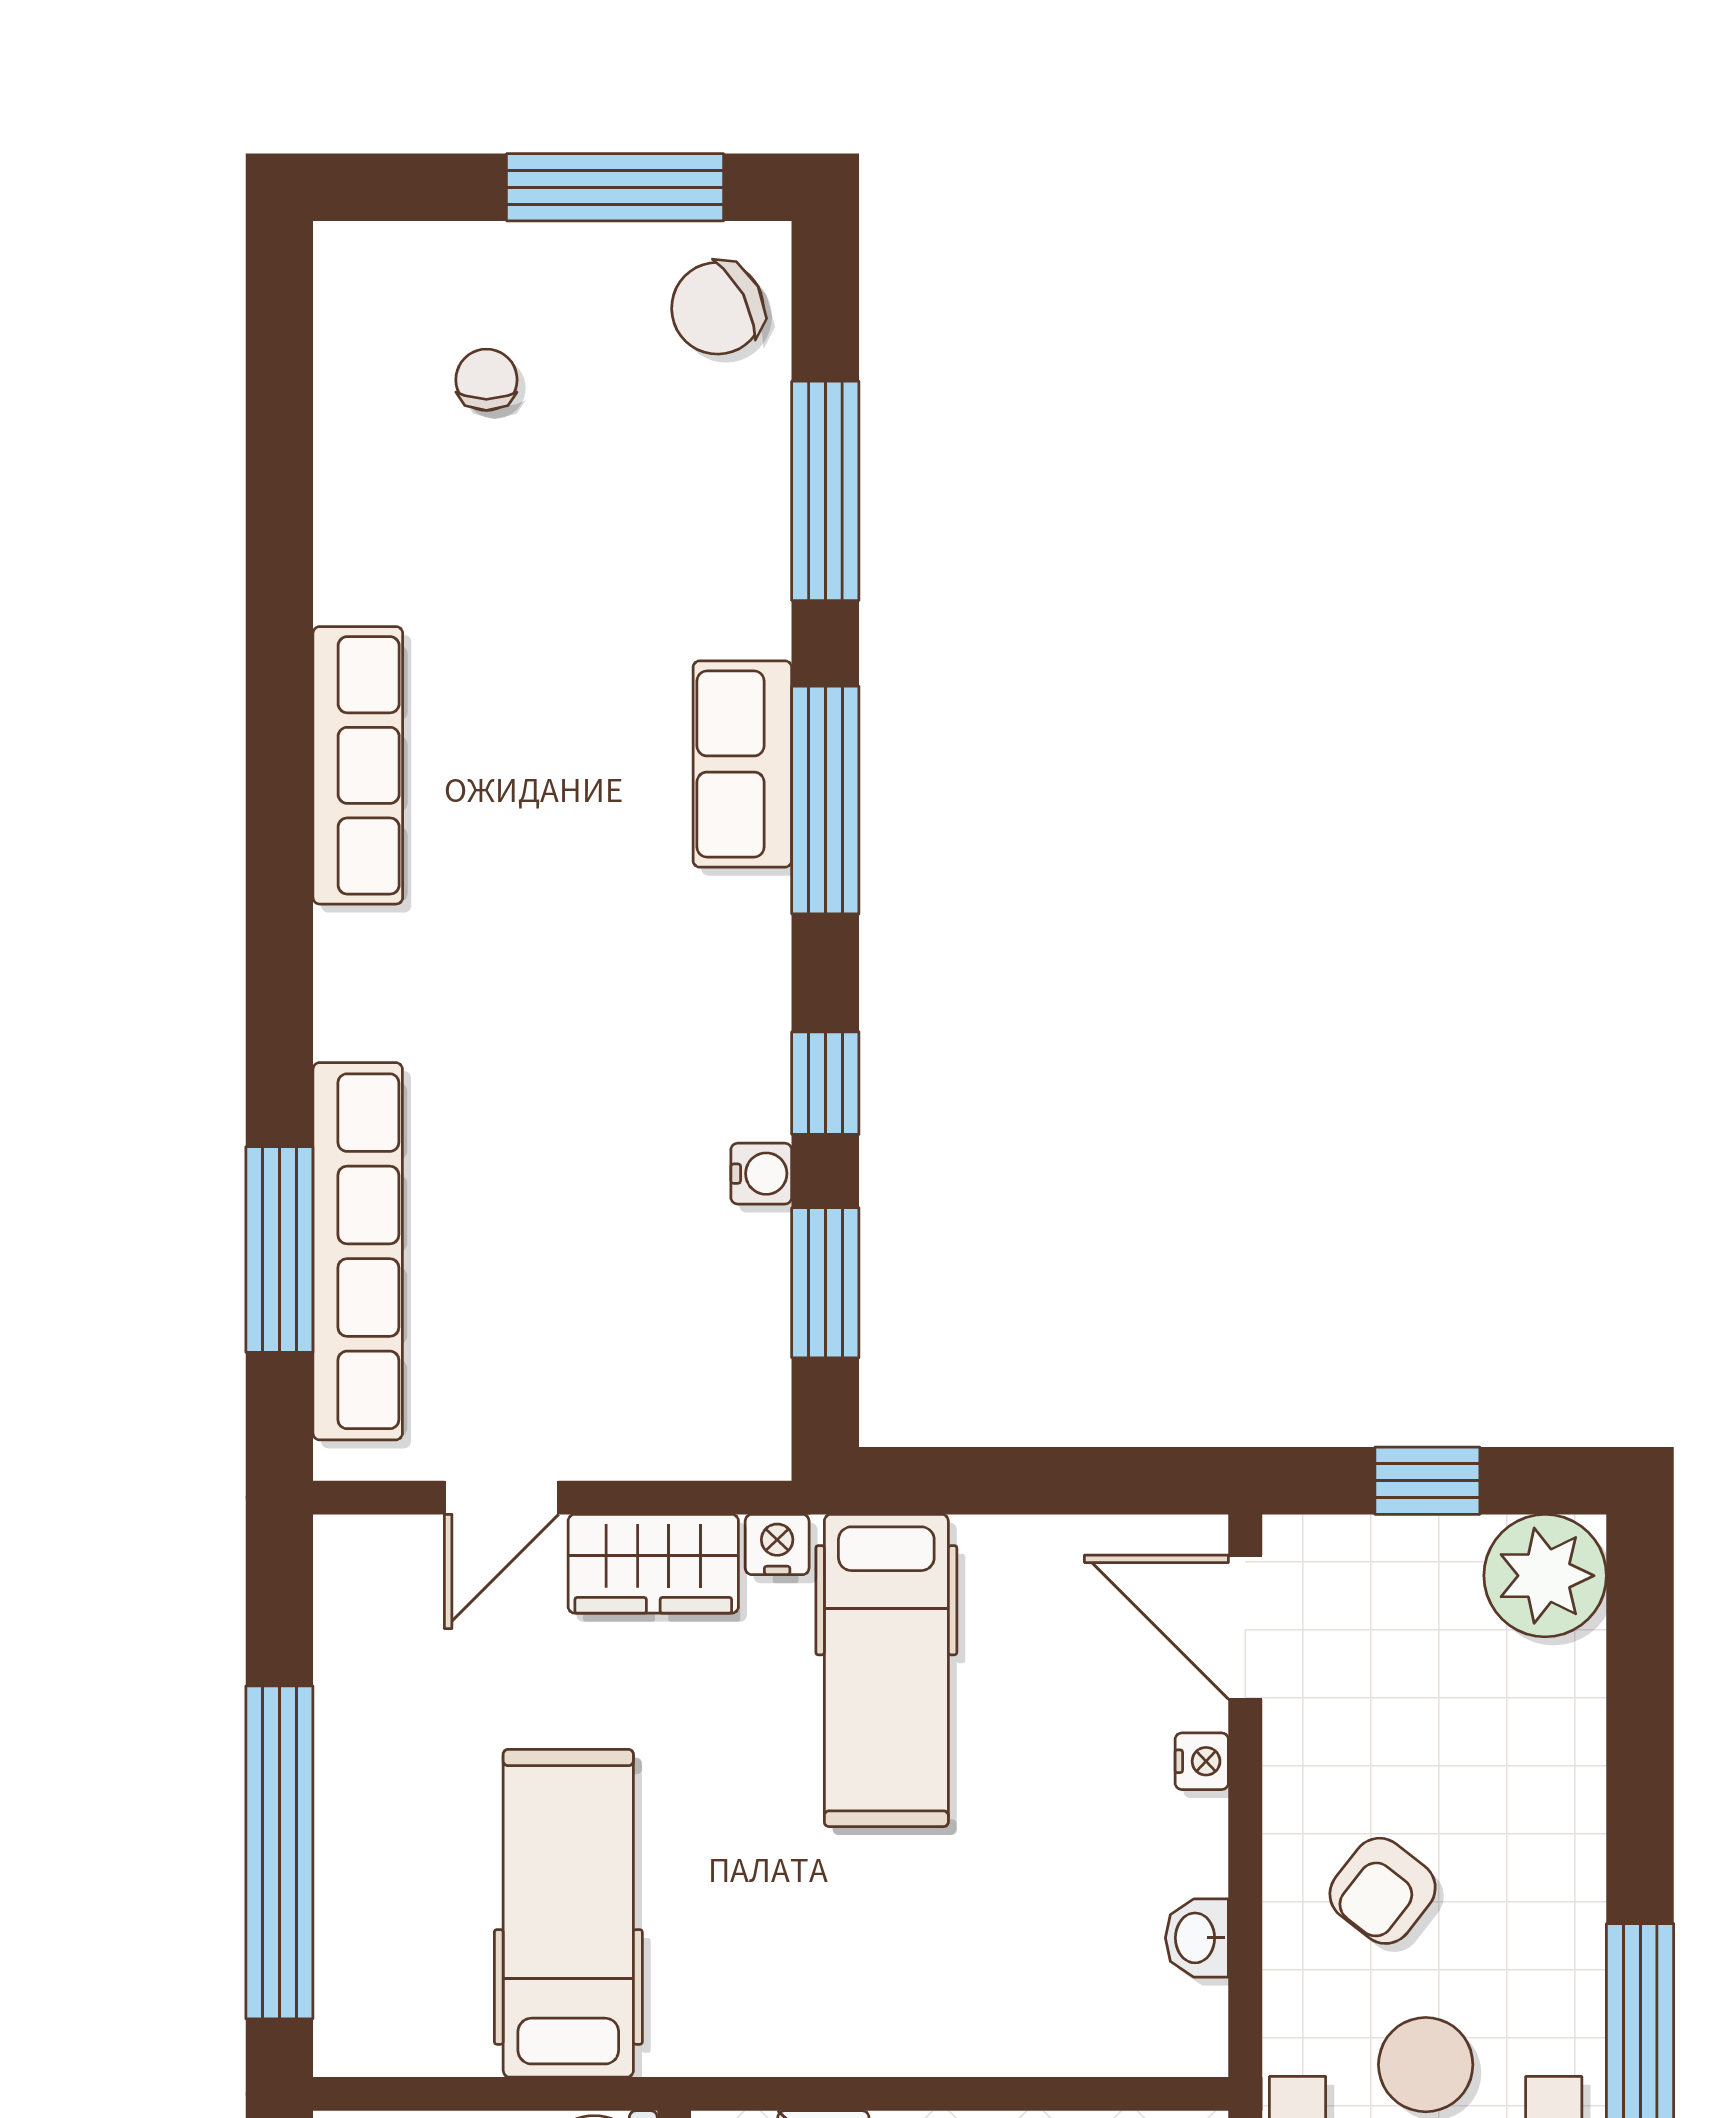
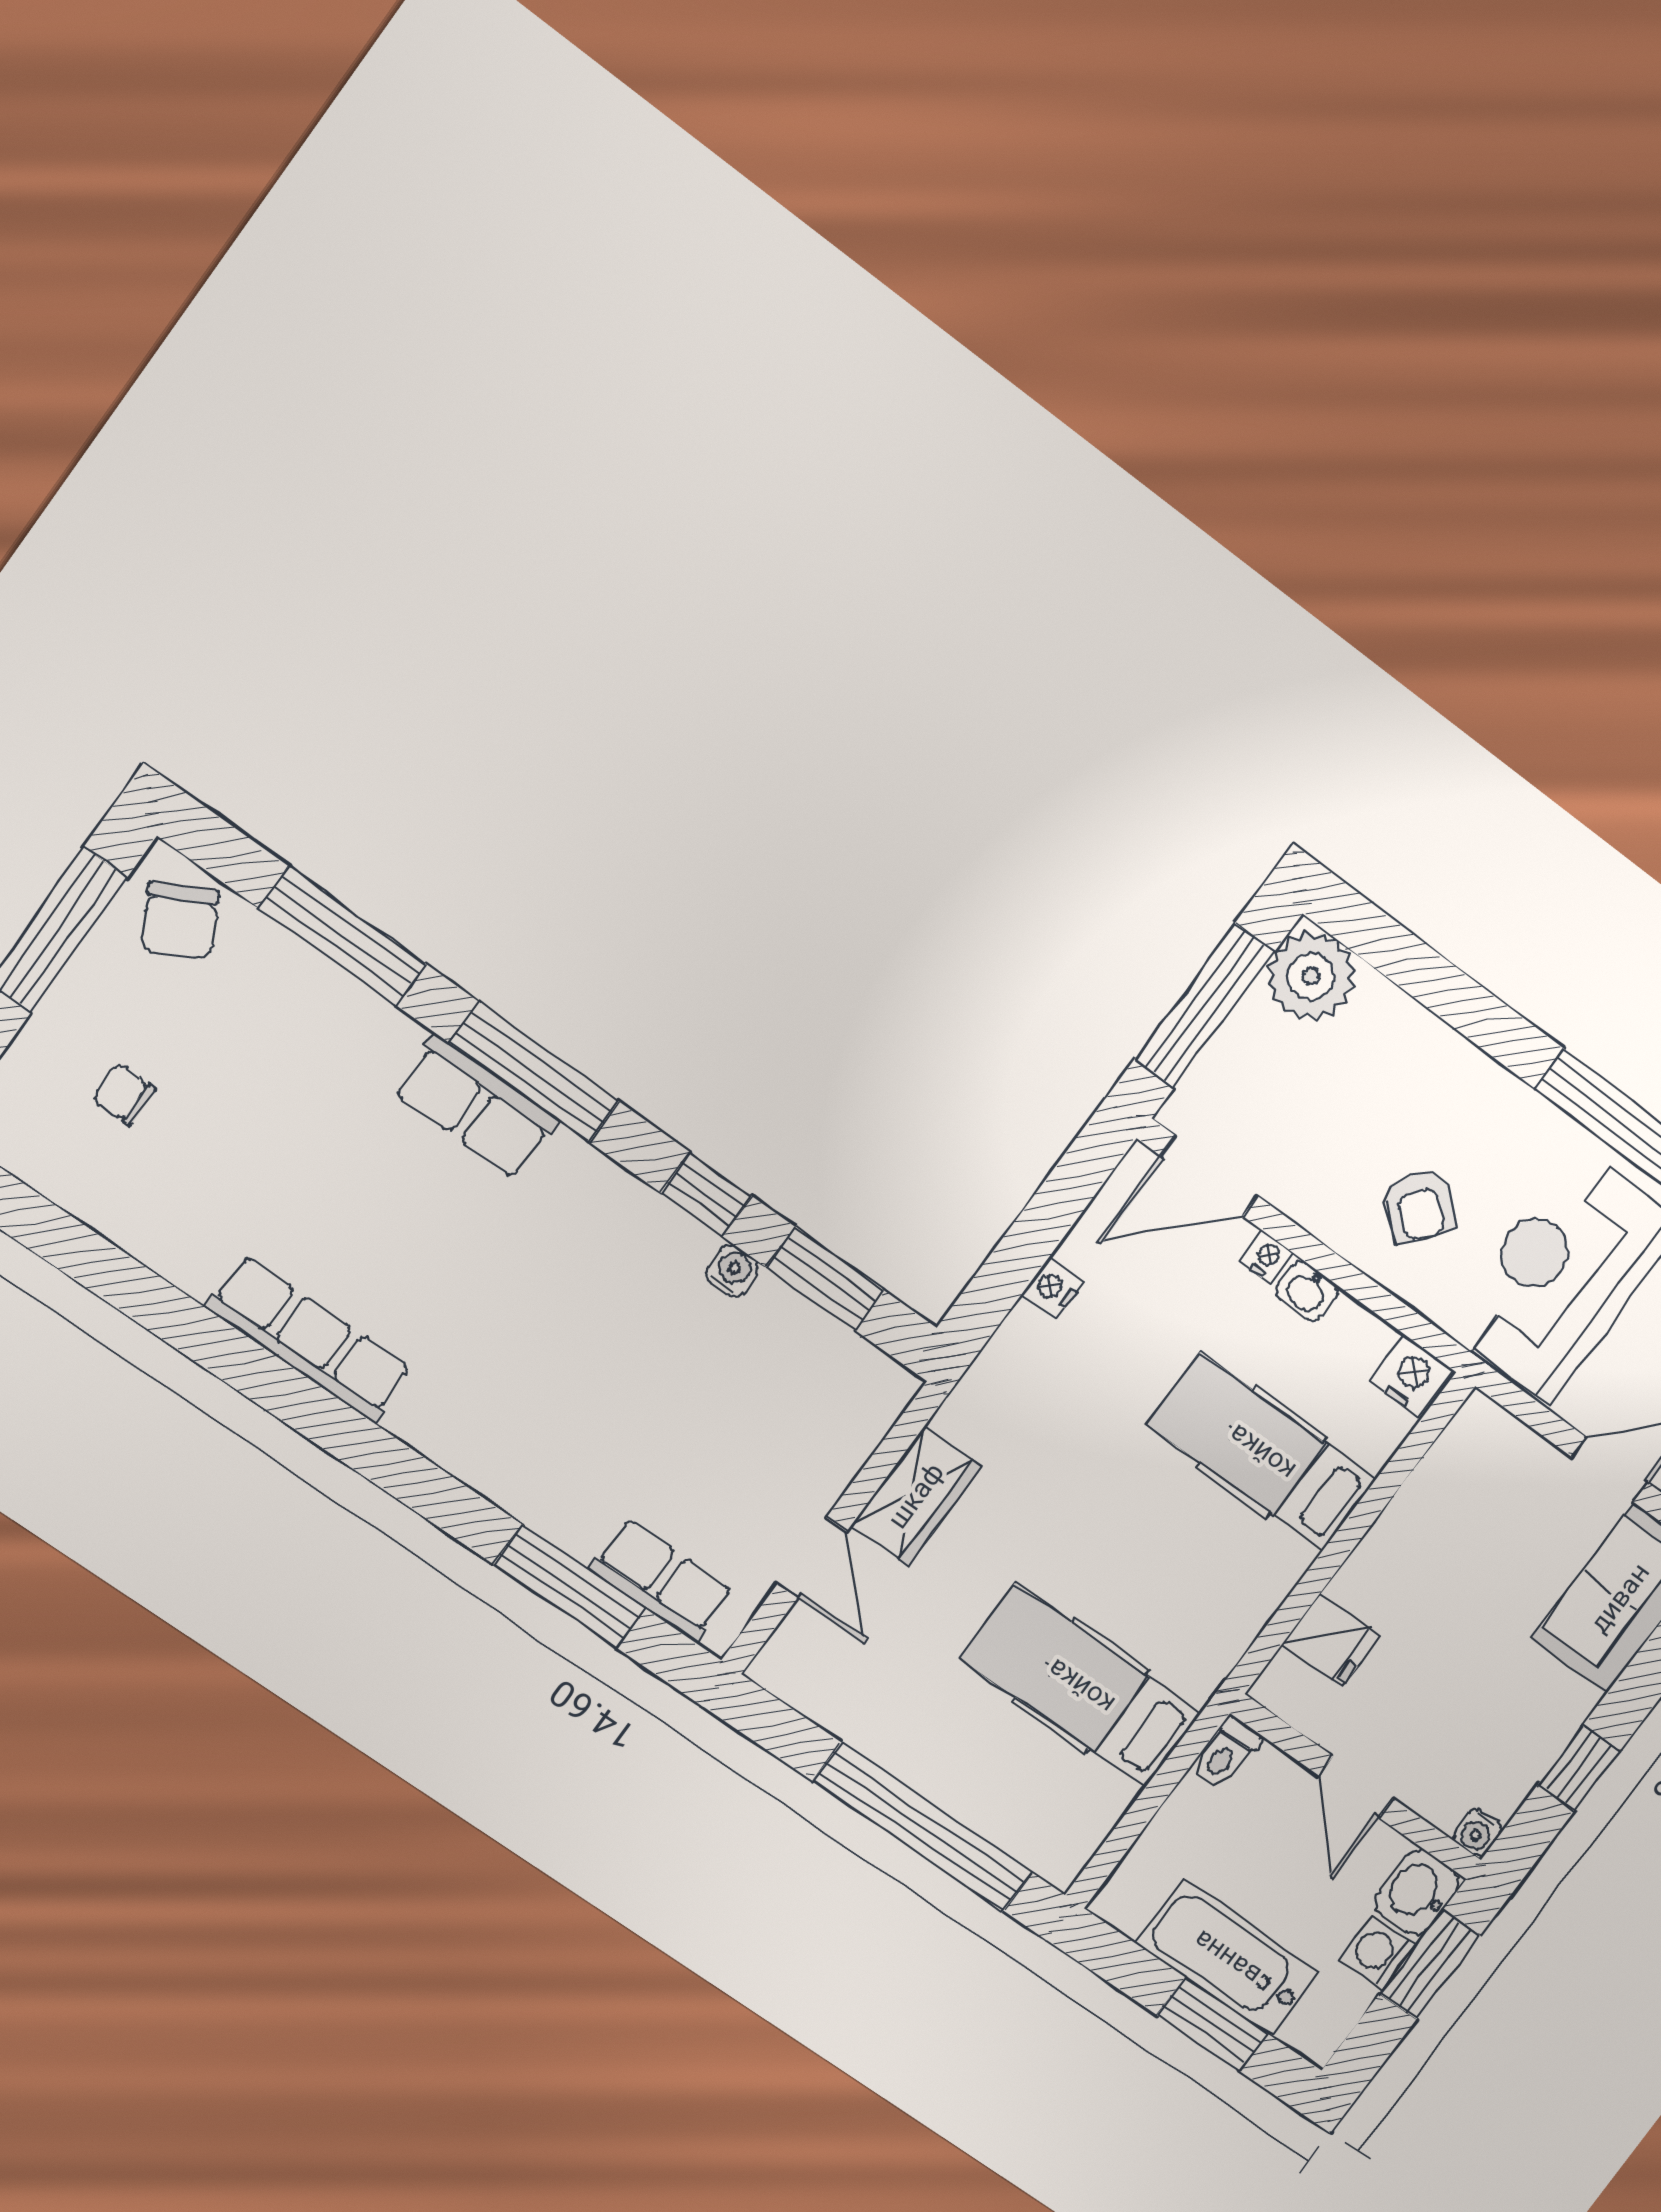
row of seats: (358, 1251) -> (661, 1580), width x0.50
window: (1427, 1481) -> (1204, 1006), width x2.17
nightstand: (777, 1545) -> (1053, 1288), moved
hospital bed: (886, 1670) -> (1262, 1452), moved, turned 180
washbasin: (1197, 1938) -> (1307, 1291), moved
nightstand: (1188, 2028) -> (1411, 1376), added

